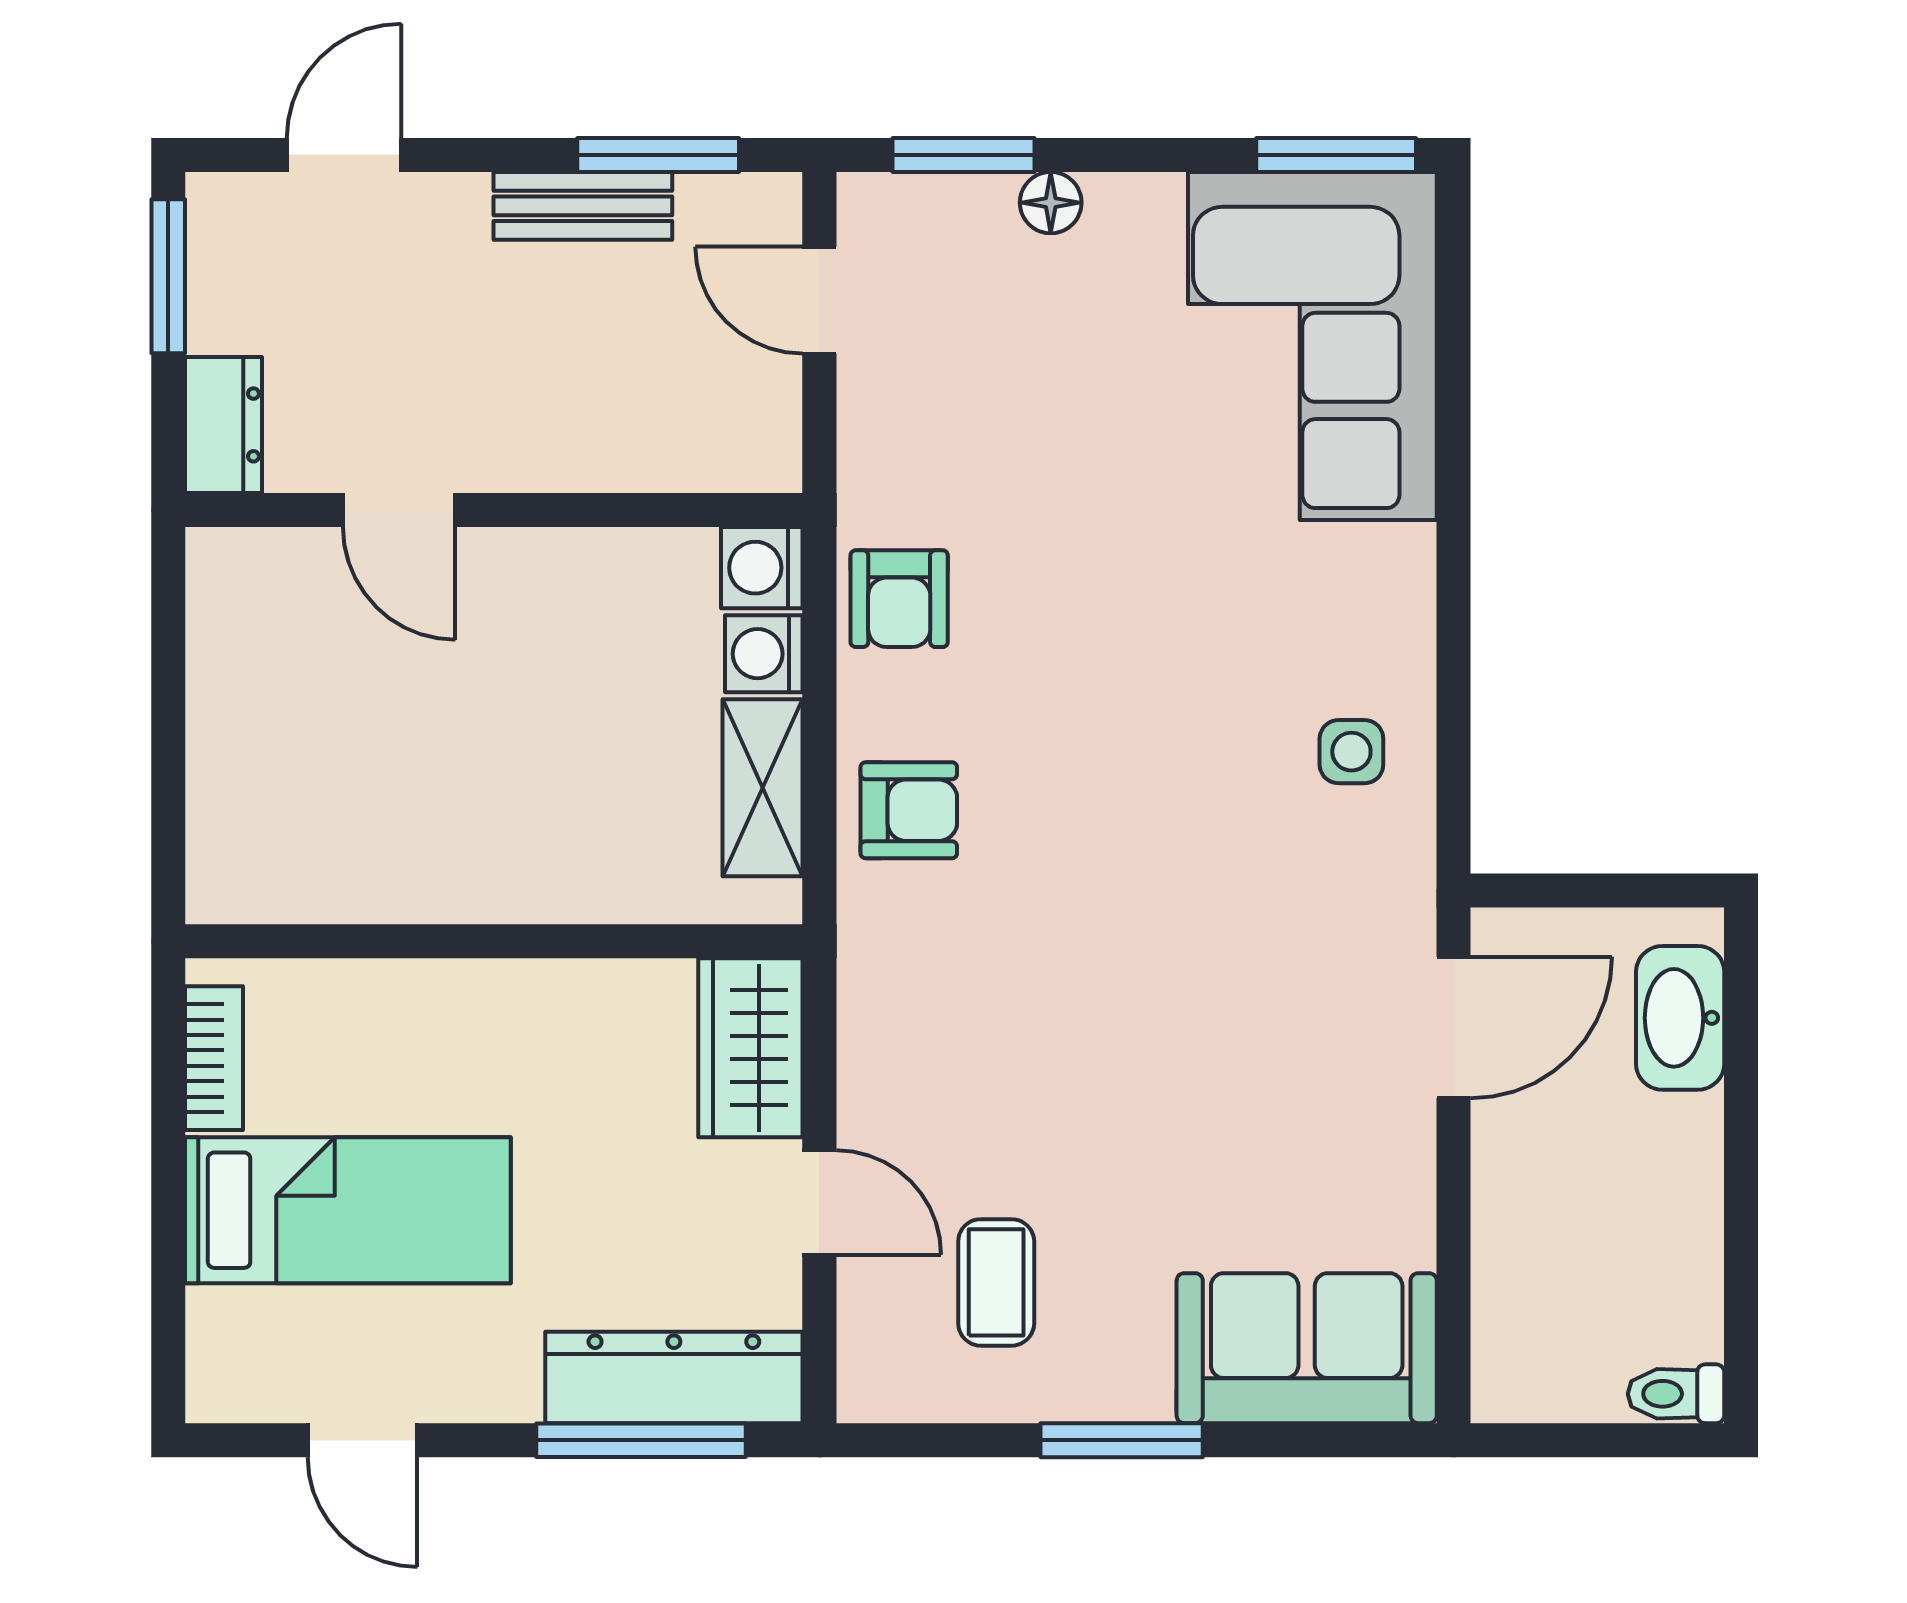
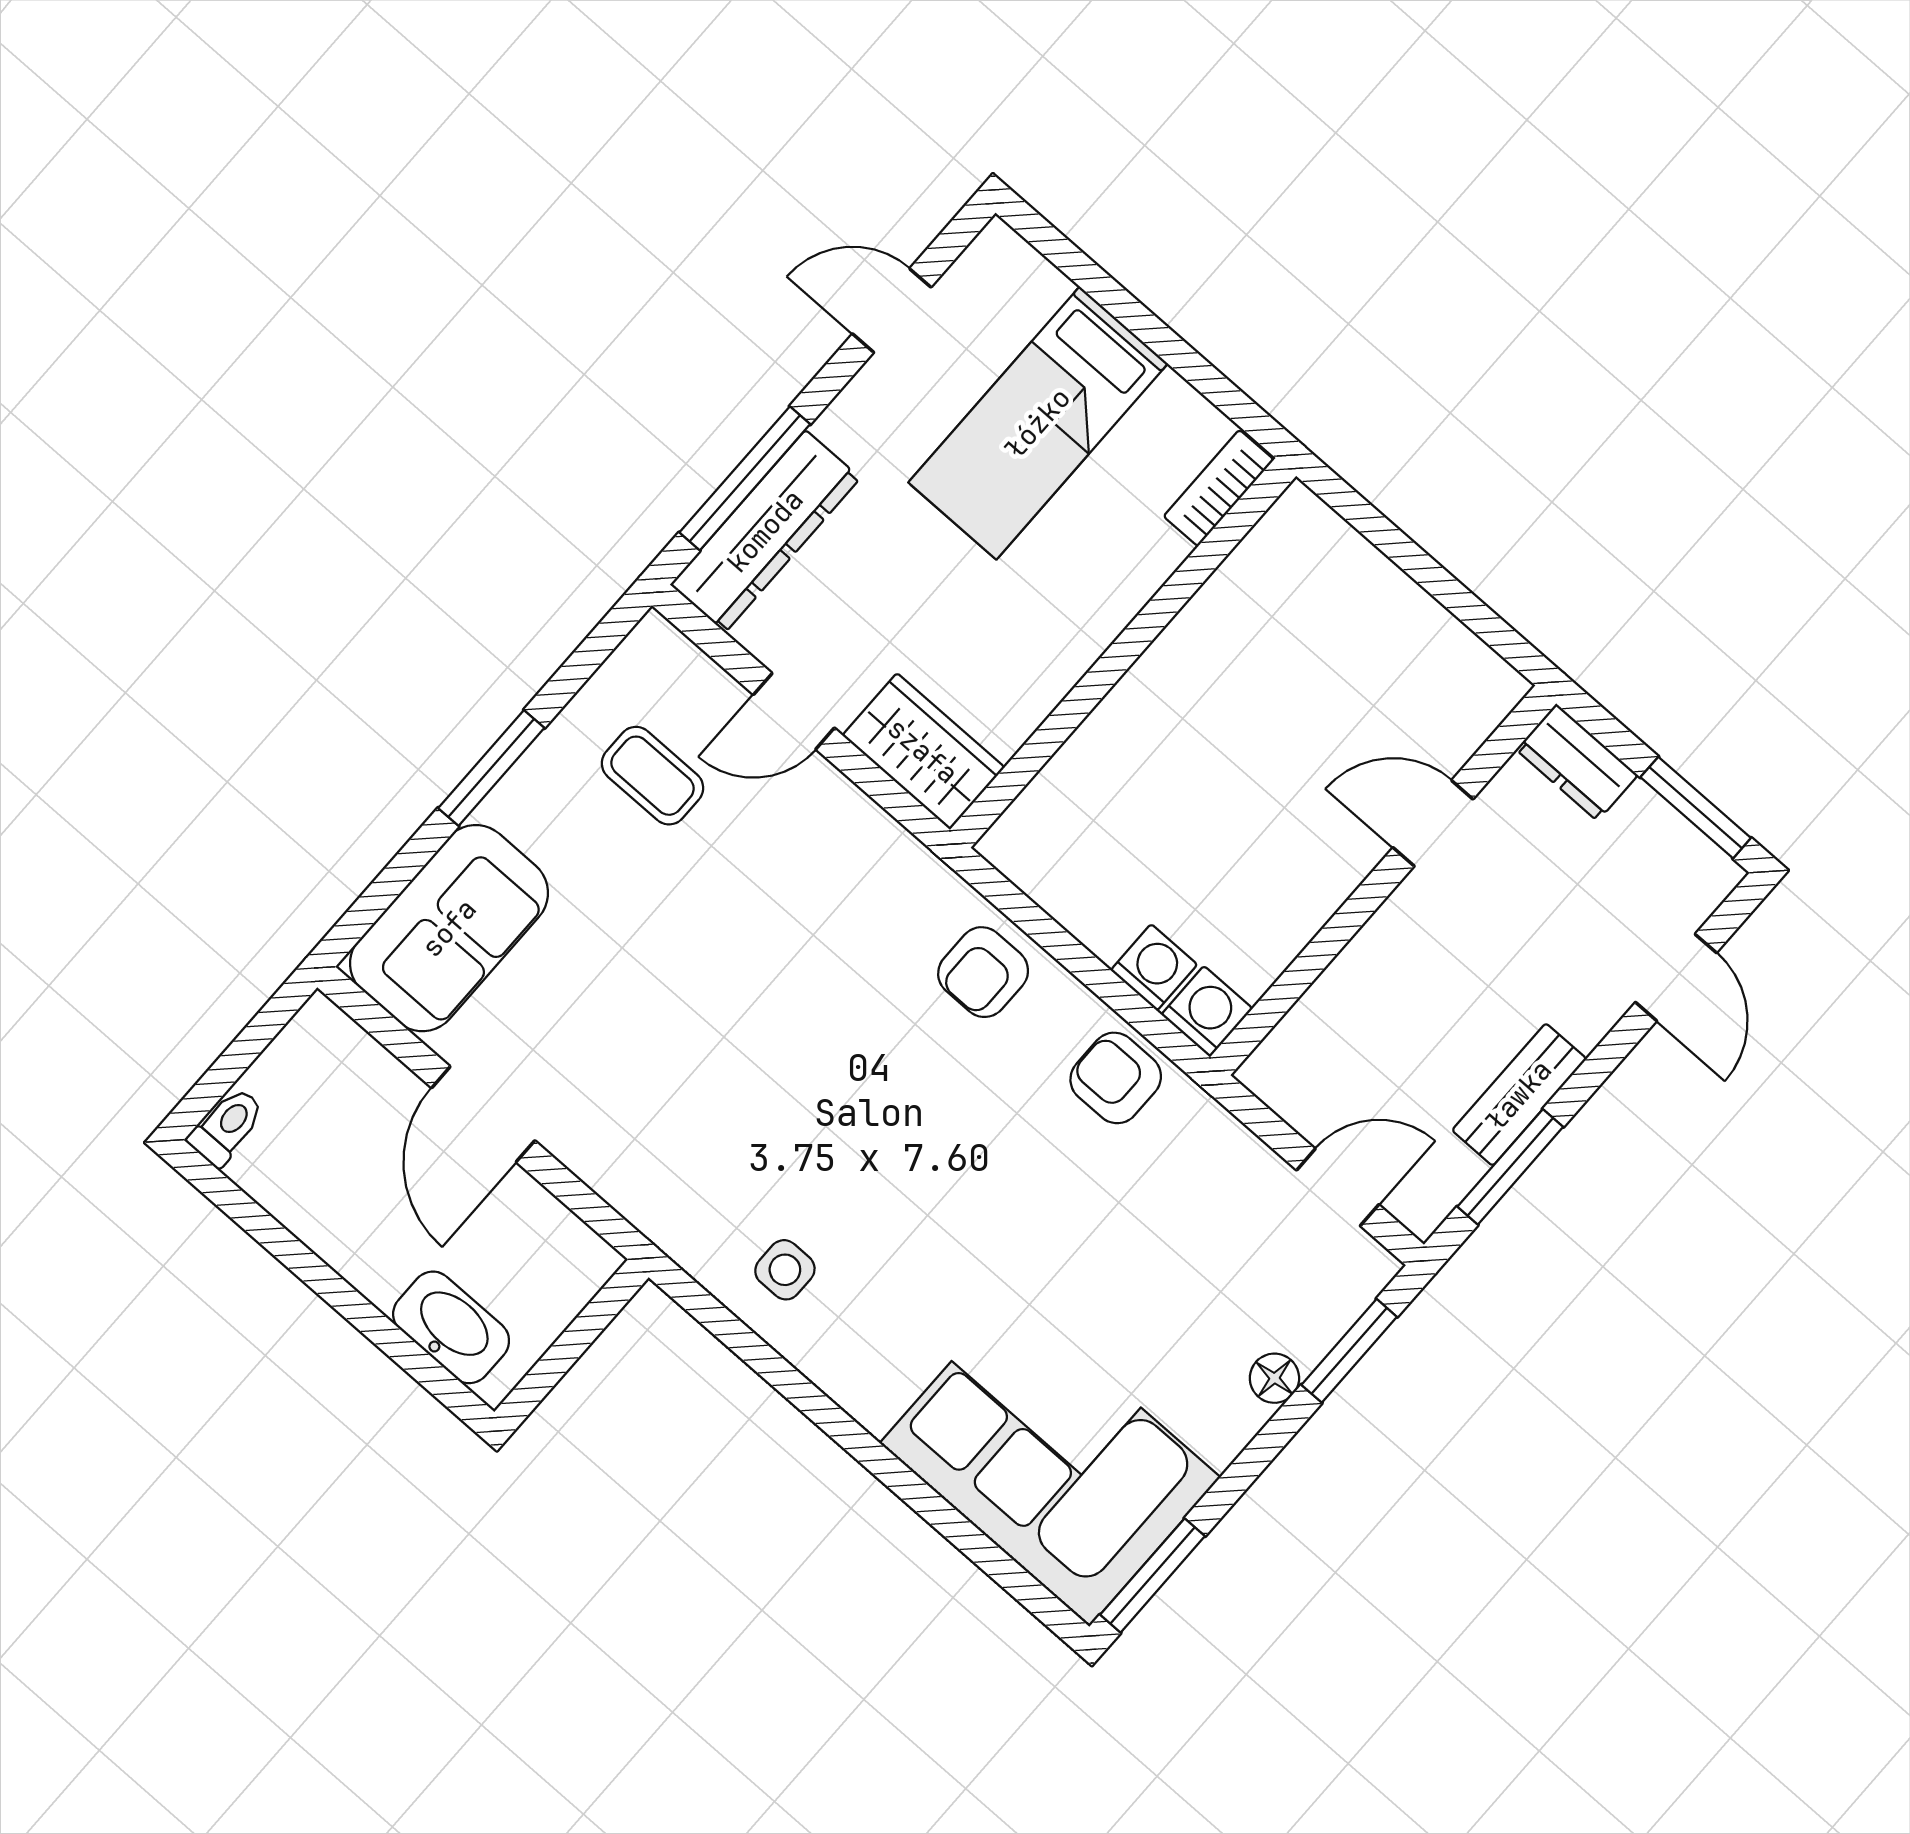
shelving: (763, 788) -> (1074, 896), removed
door: (1454, 1027) -> (483, 1114), moved
bookcase: (214, 1058) -> (1219, 488), moved, turned 90

